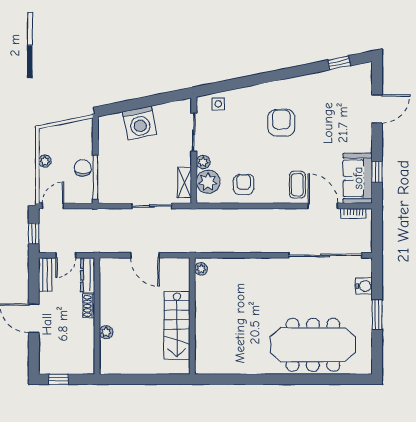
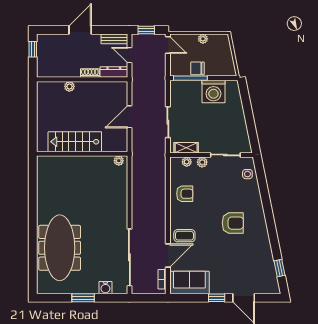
washing machine: (140, 123) -> (213, 91), moved, turned -79
chair: (83, 168) -> (197, 68), turned 180
window: (377, 172) -> (217, 298), moved
plant: (208, 182) -> (187, 162), width x0.53, depth x0.53

